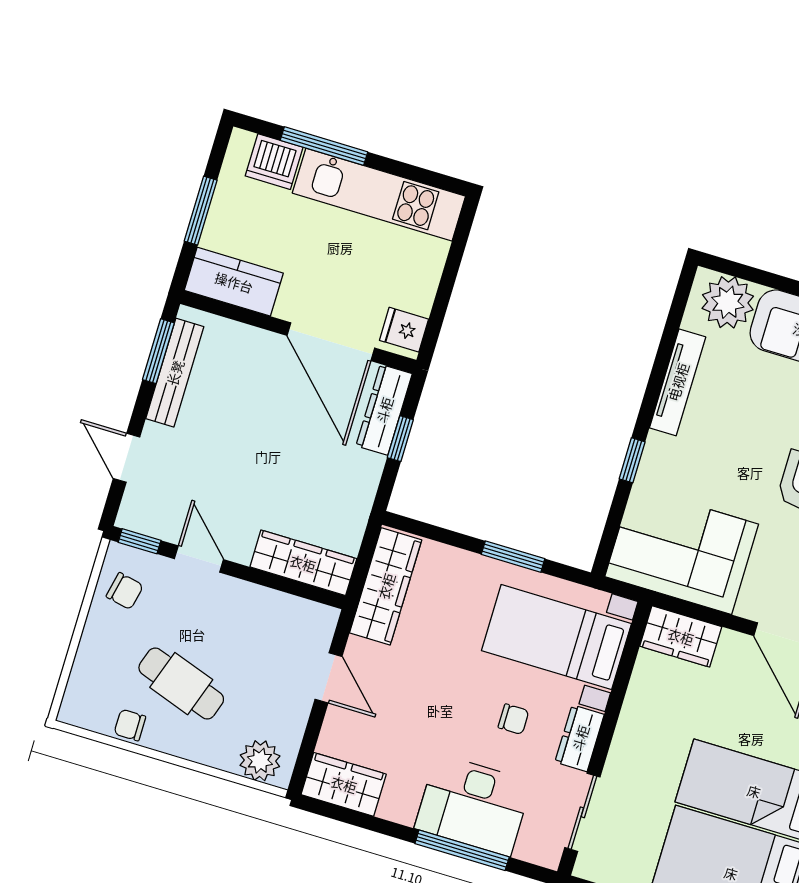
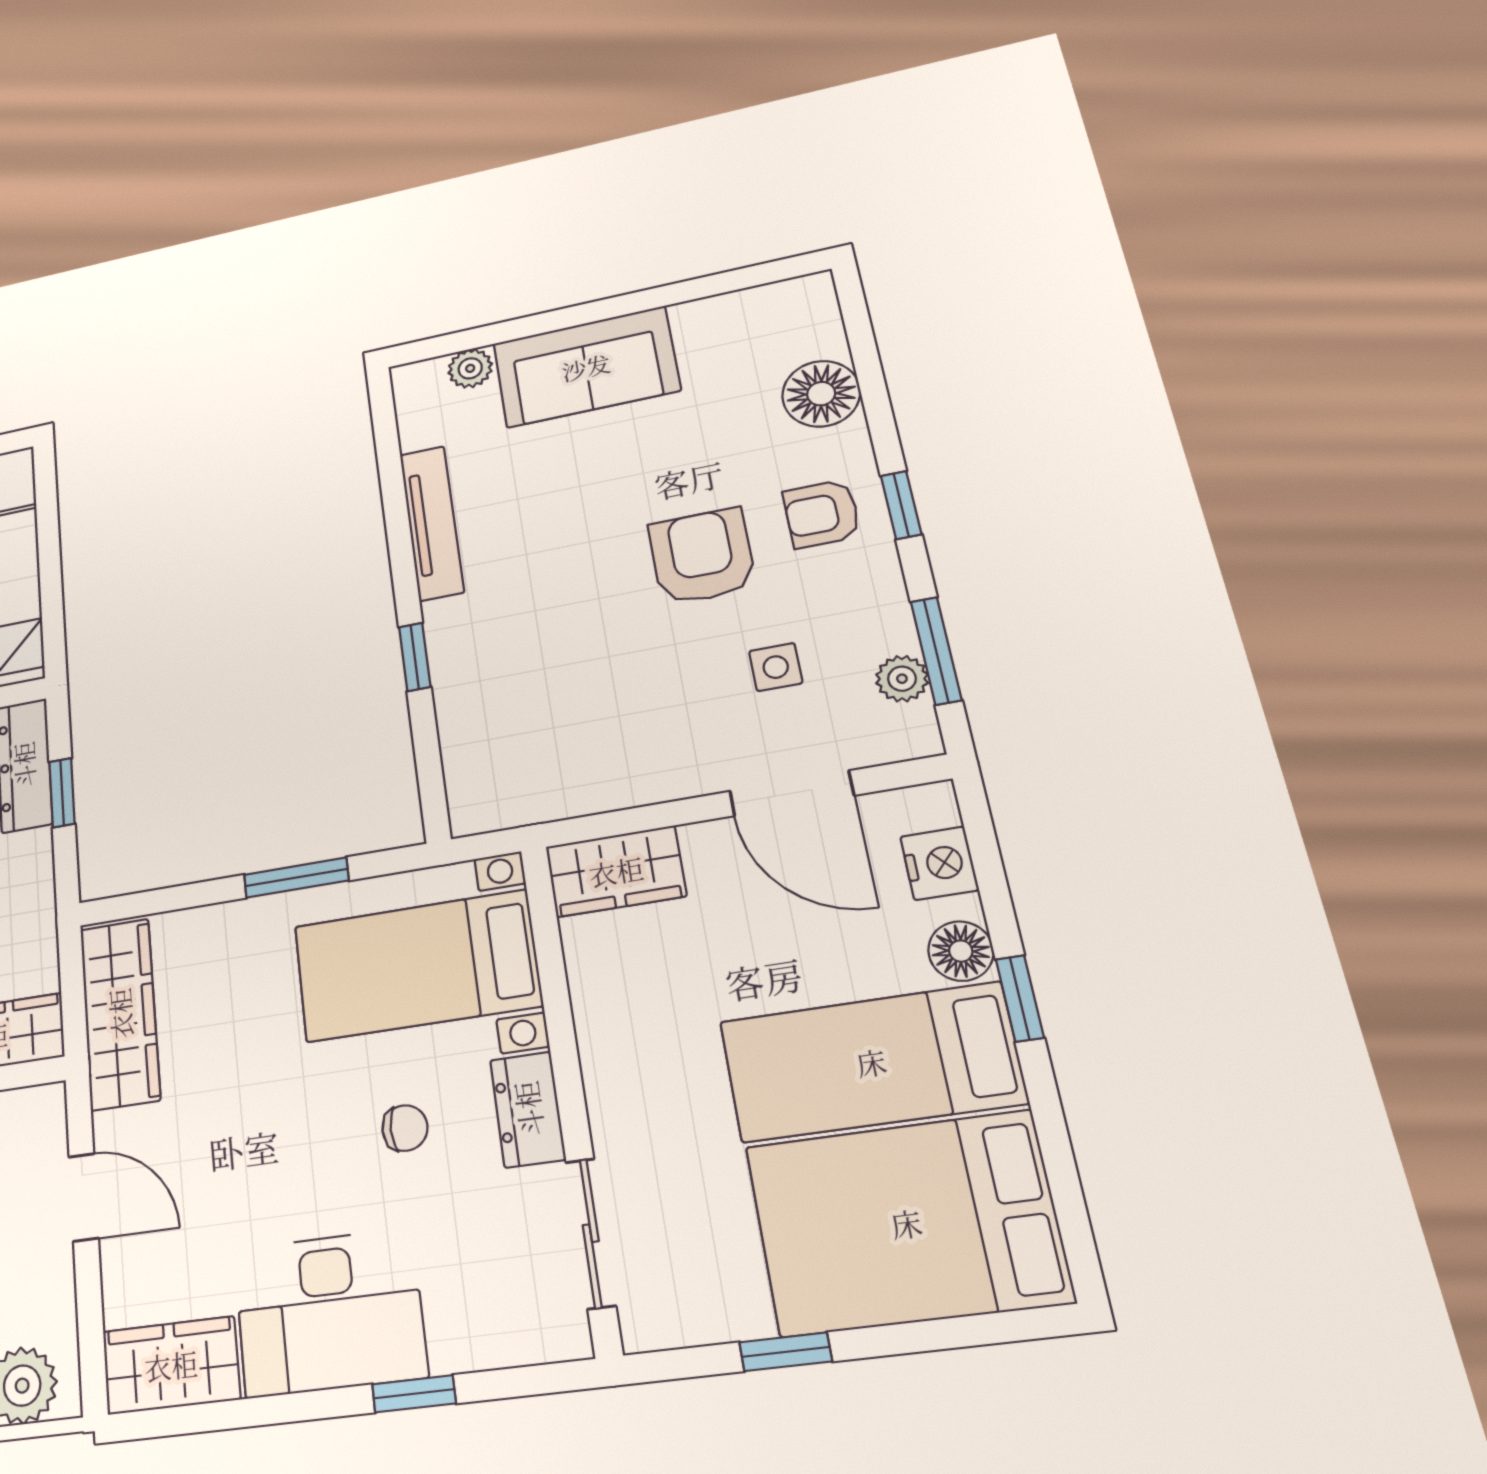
plant: (728, 302) -> (470, 368), width x0.53, depth x0.53
corner sofa: (682, 550) -> (553, 744), removed
desk: (473, 805) -> (329, 1313), moved
window: (462, 850) -> (414, 1394), width x0.46

